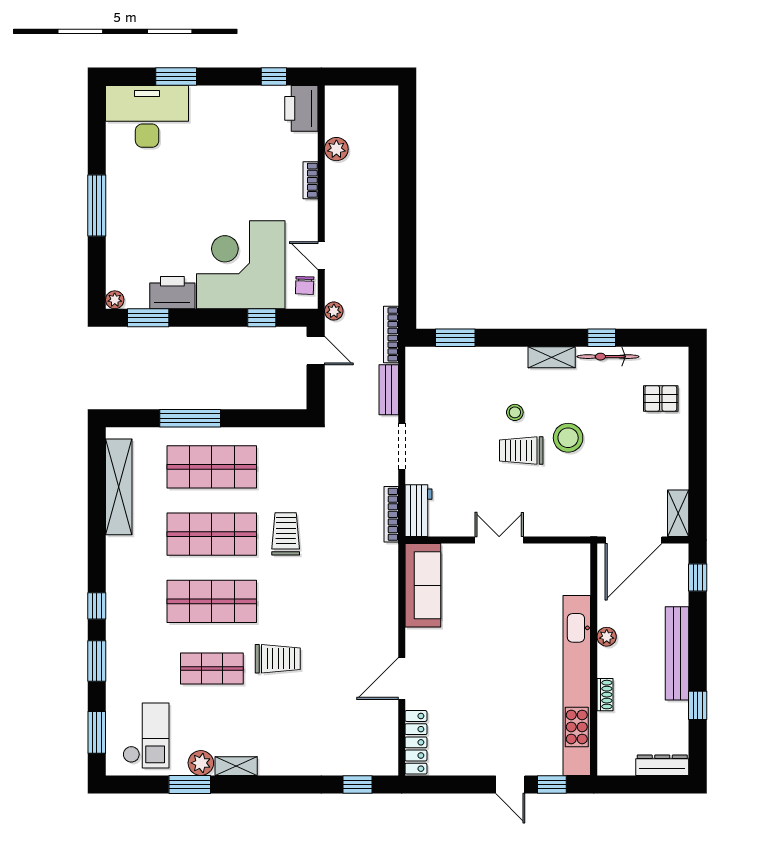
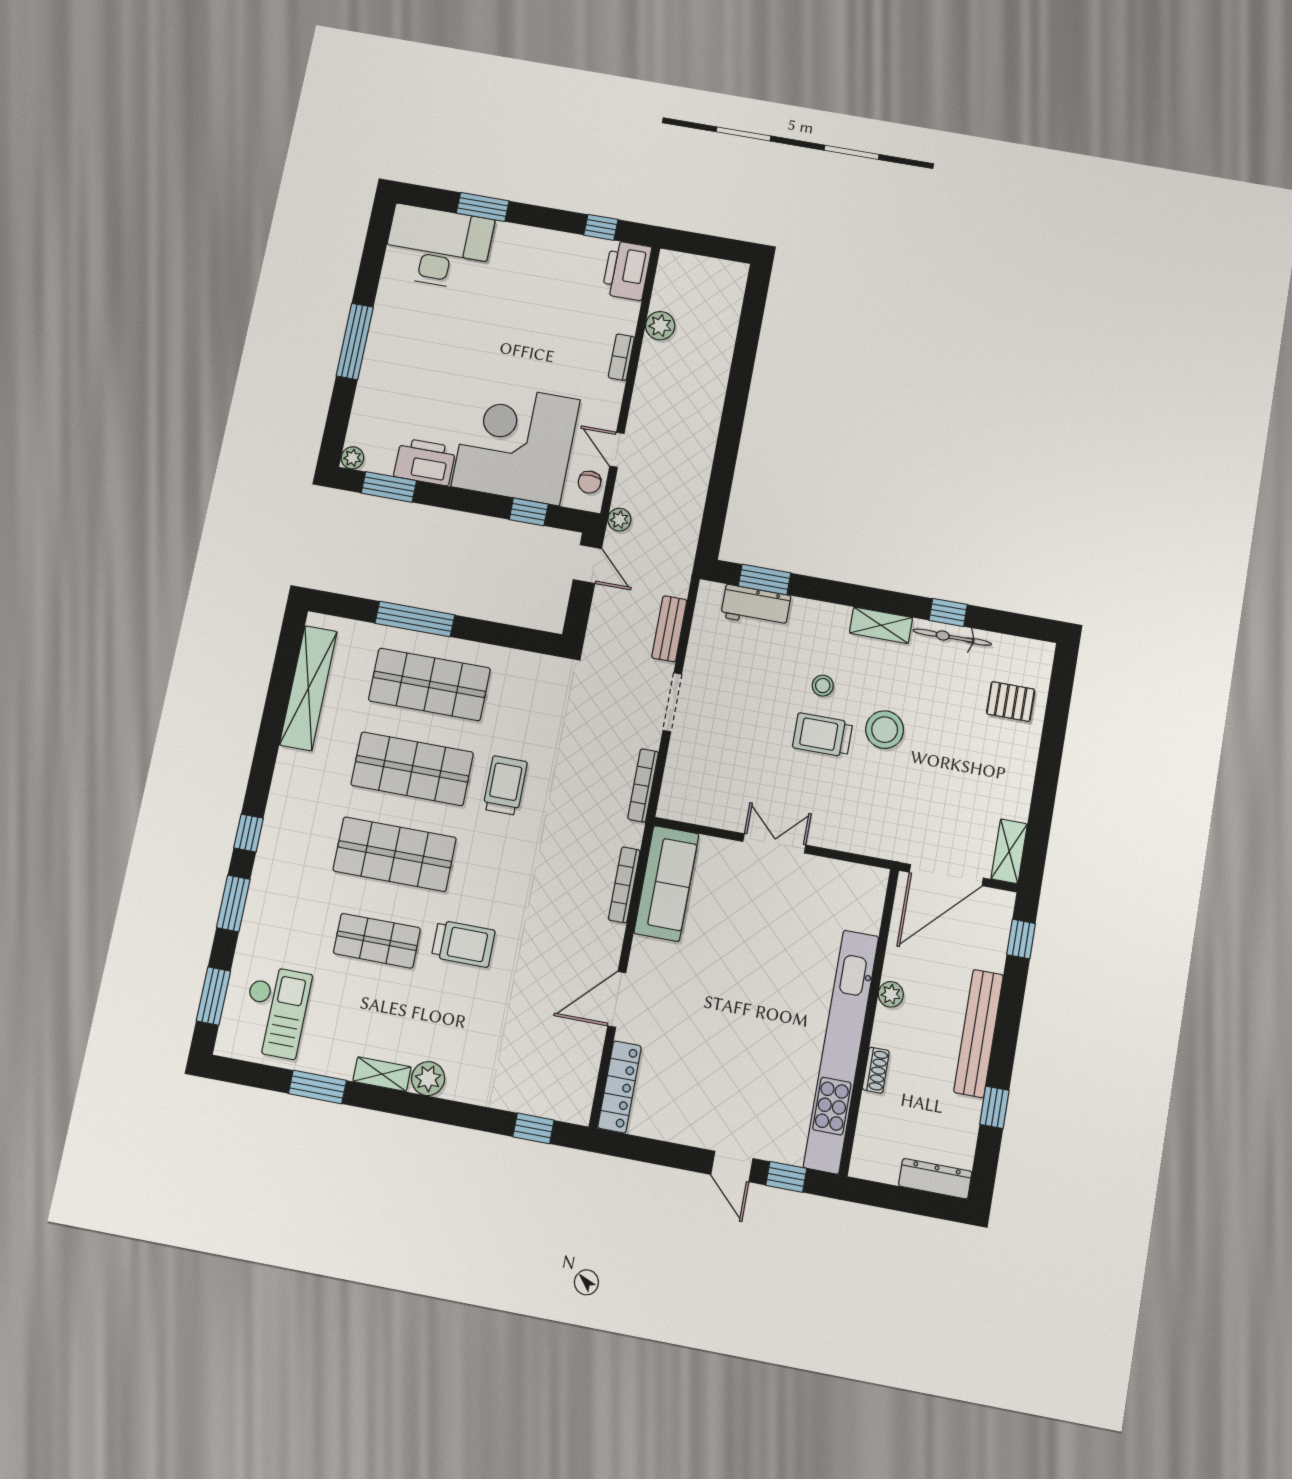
bookcase: (391, 334) -> (624, 885), moved
workbench: (418, 511) -> (756, 606), moved, turned 90
plant: (201, 763) -> (428, 1079), moved

